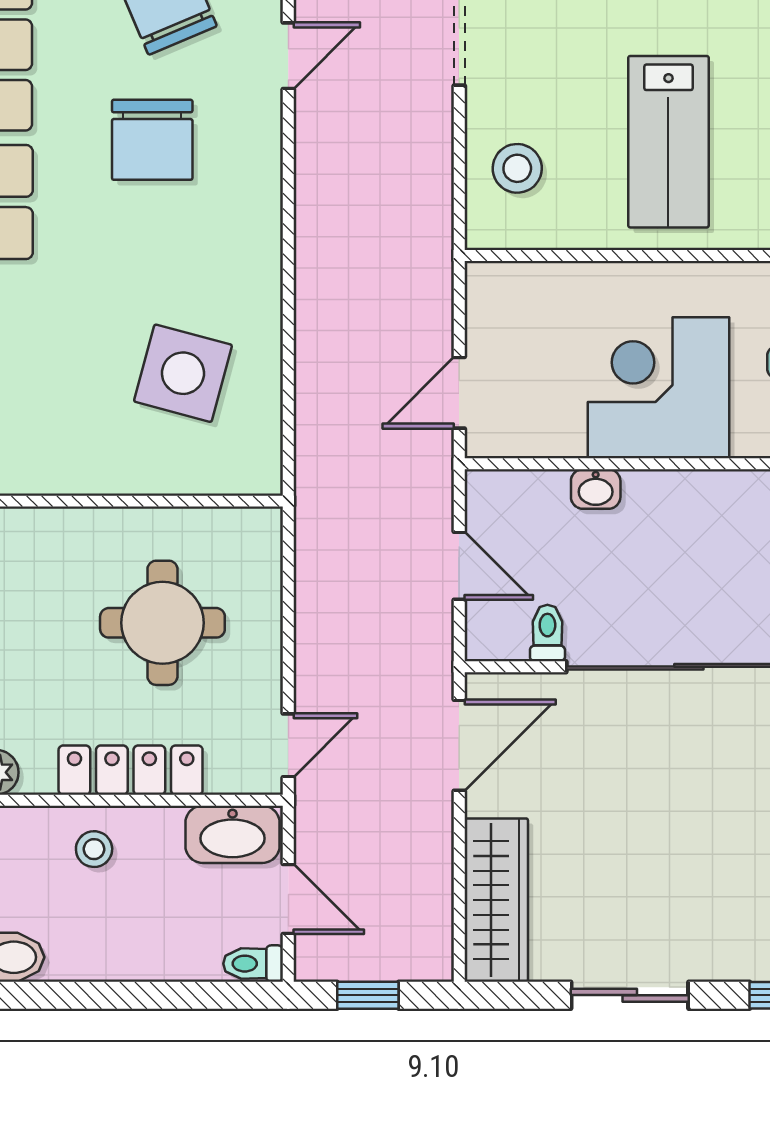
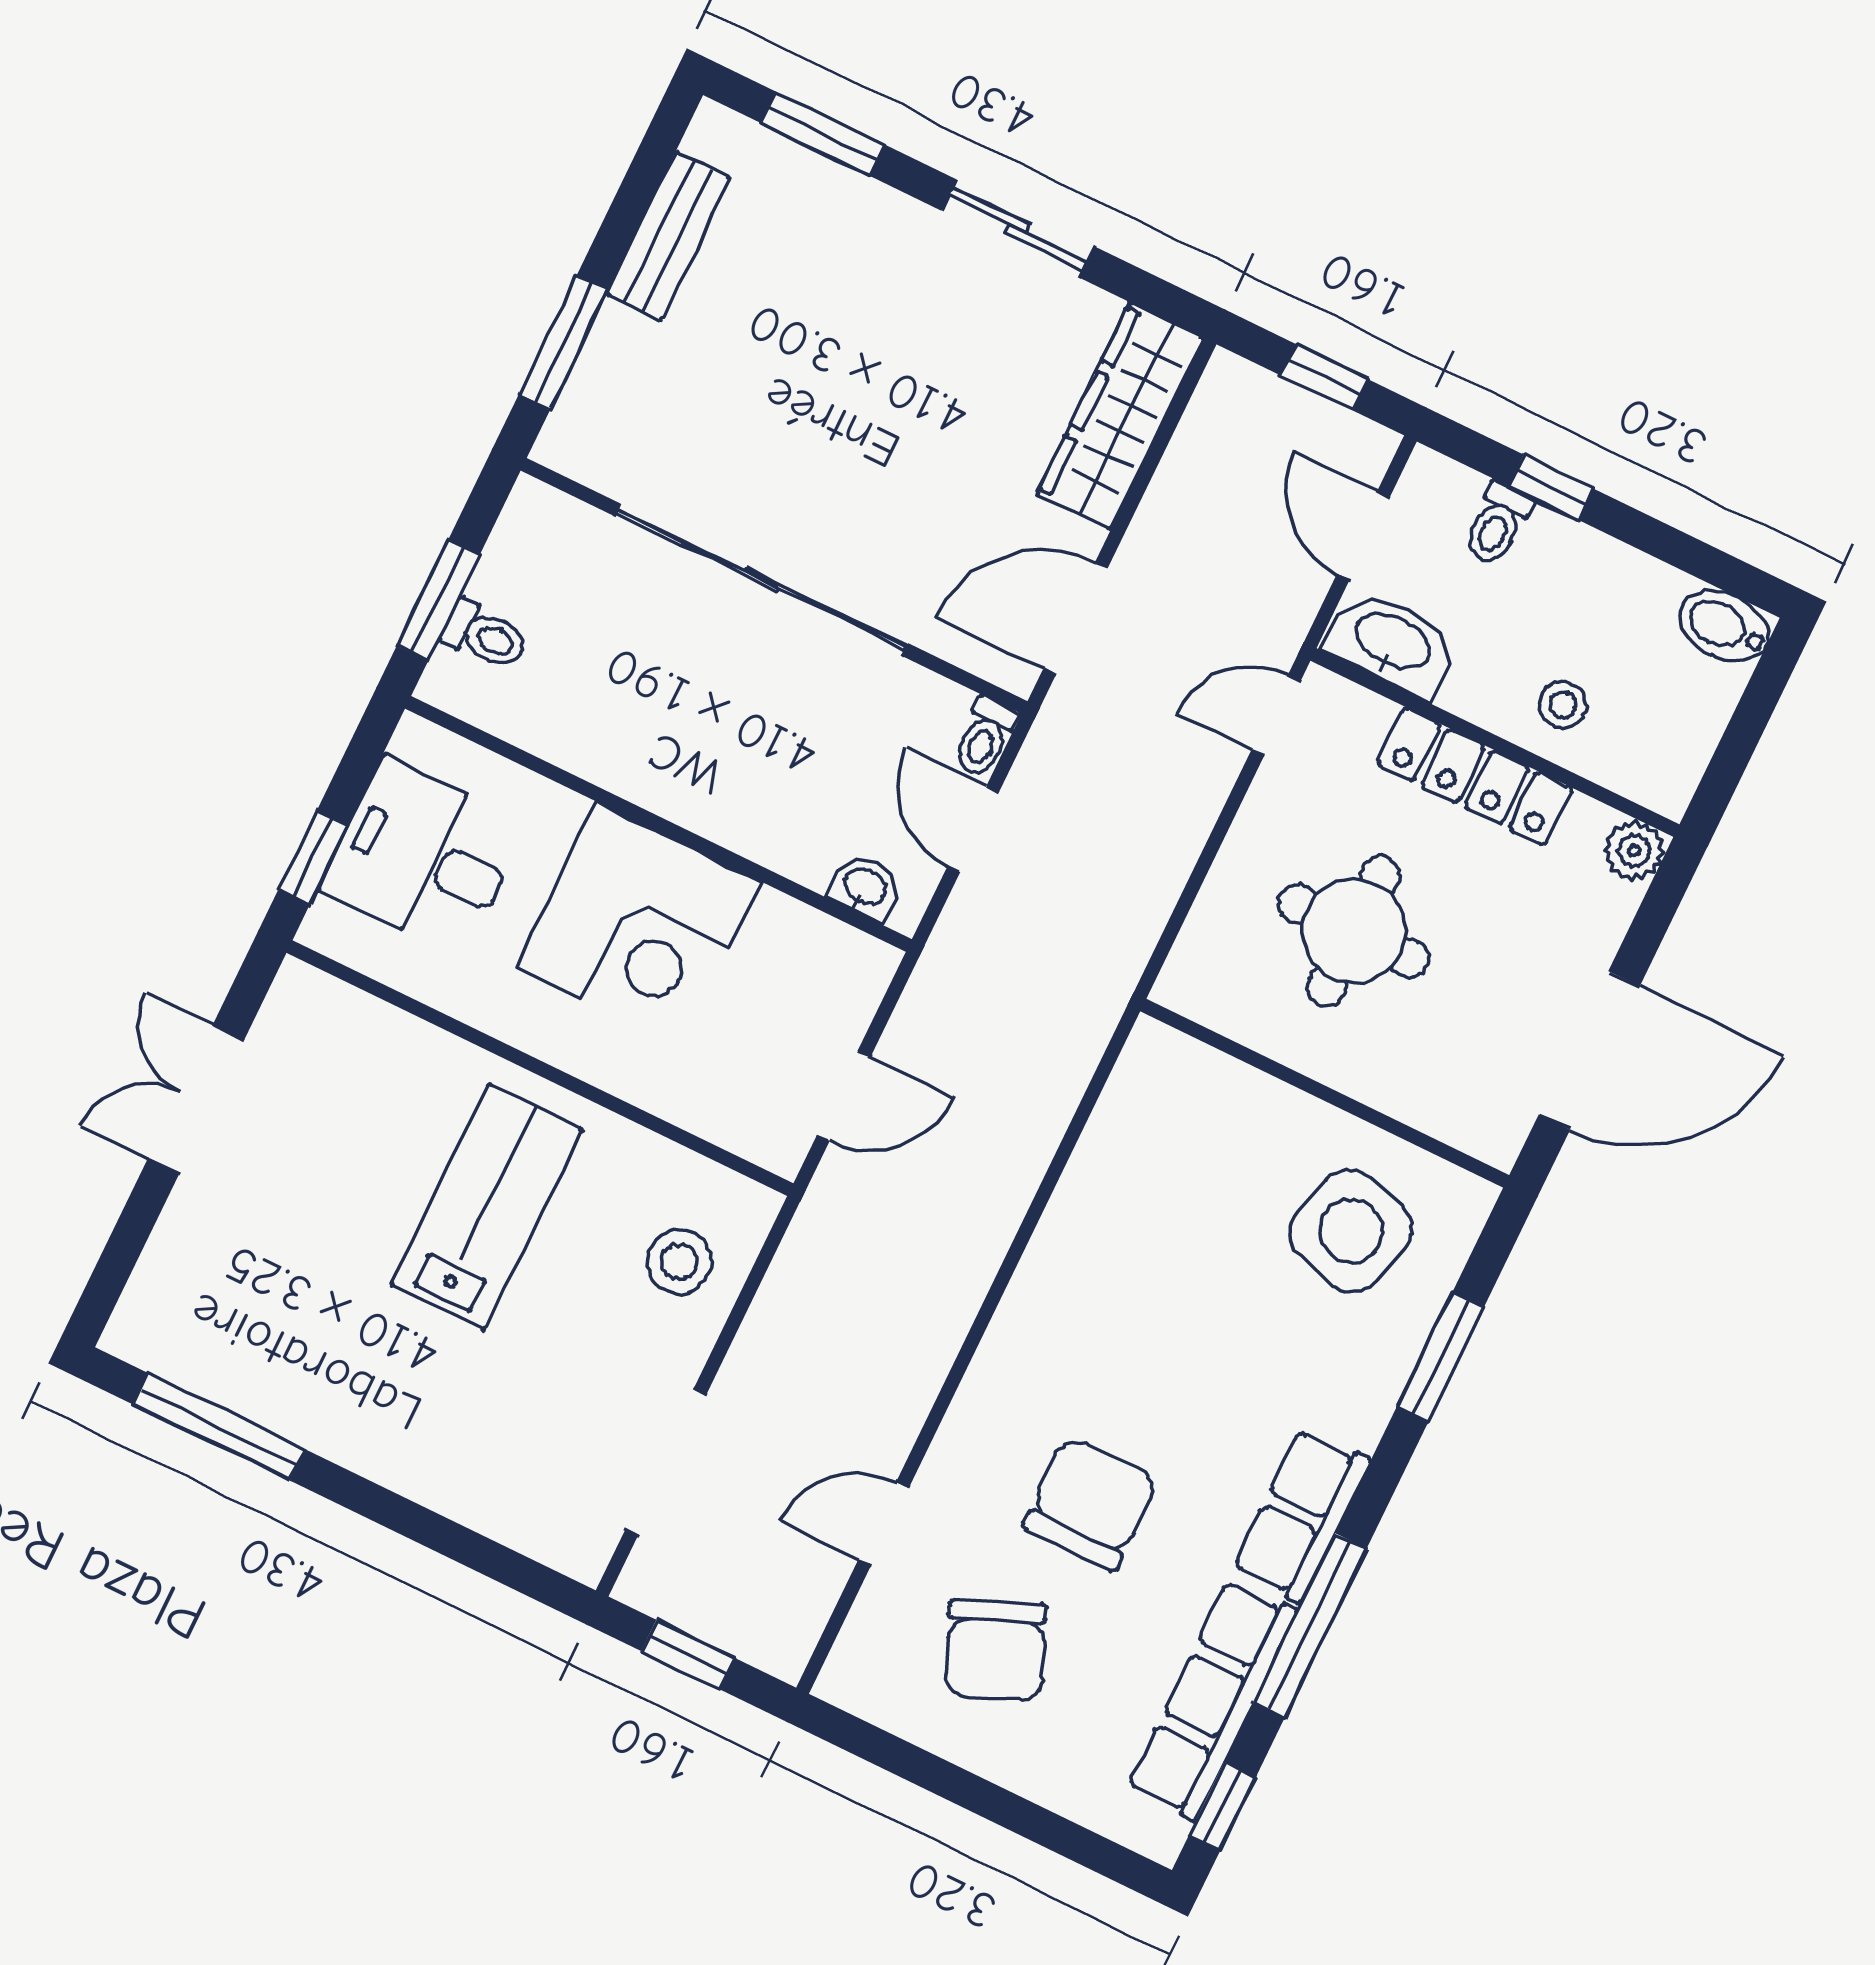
side table: (183, 373) -> (1351, 1231), moved
door: (459, 393) -> (844, 1096), moved
washbasin: (596, 489) -> (865, 887), moved
toilet: (547, 633) -> (985, 737), moved
toilet: (253, 964) -> (1497, 524), moved, turned 90
window: (175, 995) -> (1551, 487), added

